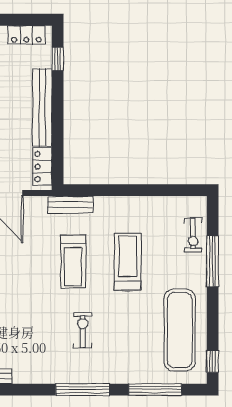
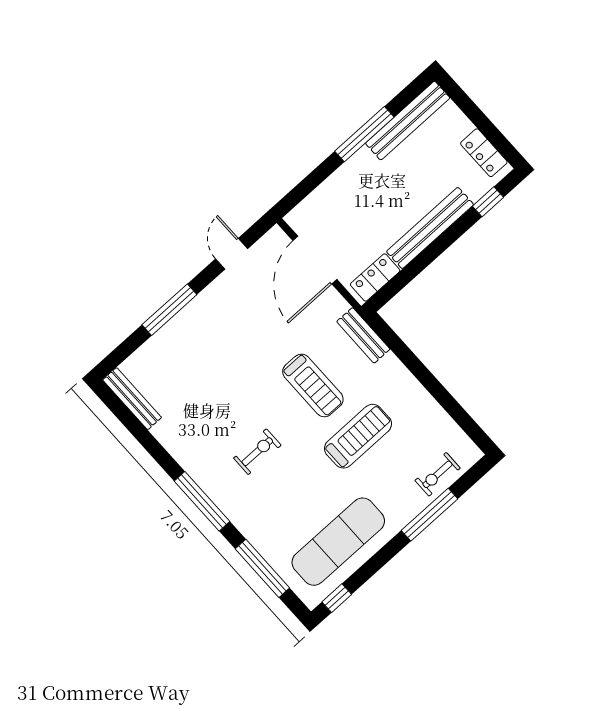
treadmill: (73, 261) -> (313, 385), turned -90

